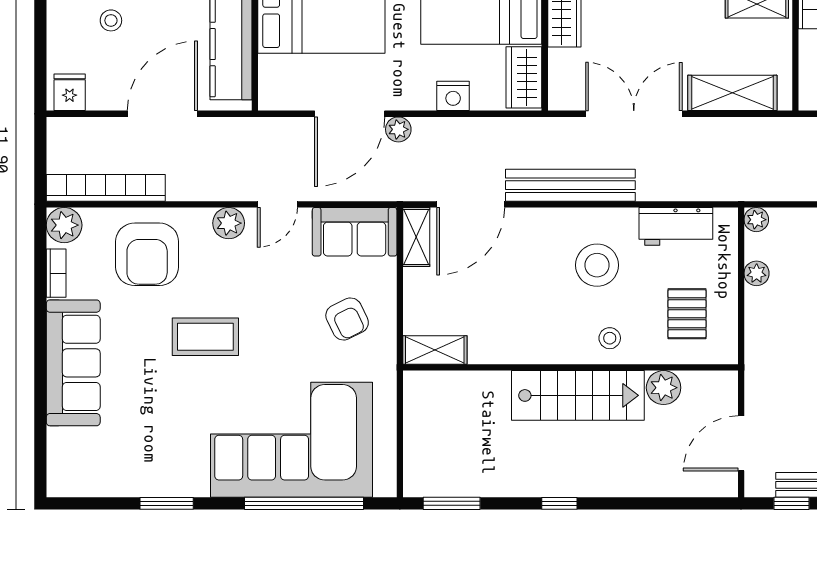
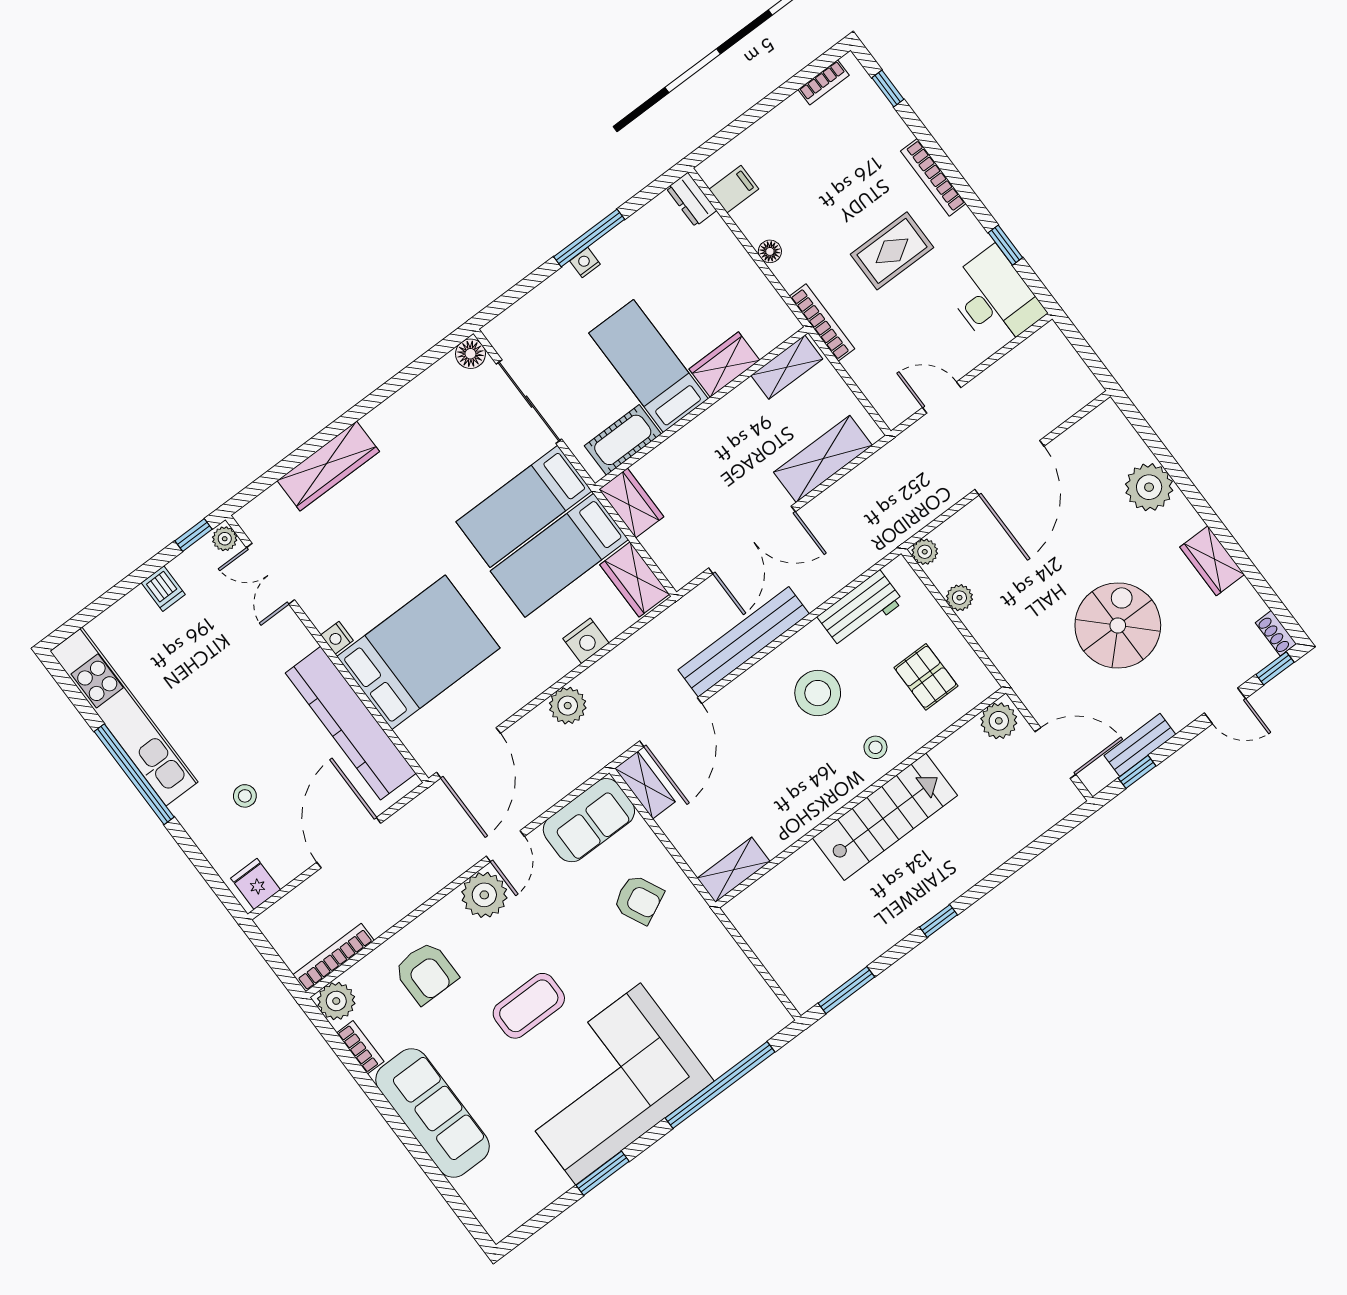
door: (350, 114) -> (468, 753), moved
double door: (634, 114) -> (752, 540), swing flipped
plant: (398, 129) -> (568, 706), width x1.38, depth x1.38
bookcase: (106, 188) -> (334, 958), width x0.68, depth x0.76
plant: (229, 223) -> (484, 895), width x1.36, depth x1.36
armchair: (147, 254) -> (426, 973), width x0.73, depth x0.73
plant: (664, 388) -> (999, 721), moved
corner sofa: (292, 440) -> (608, 1084), moved
door: (741, 443) -> (1055, 753), swing flipped

